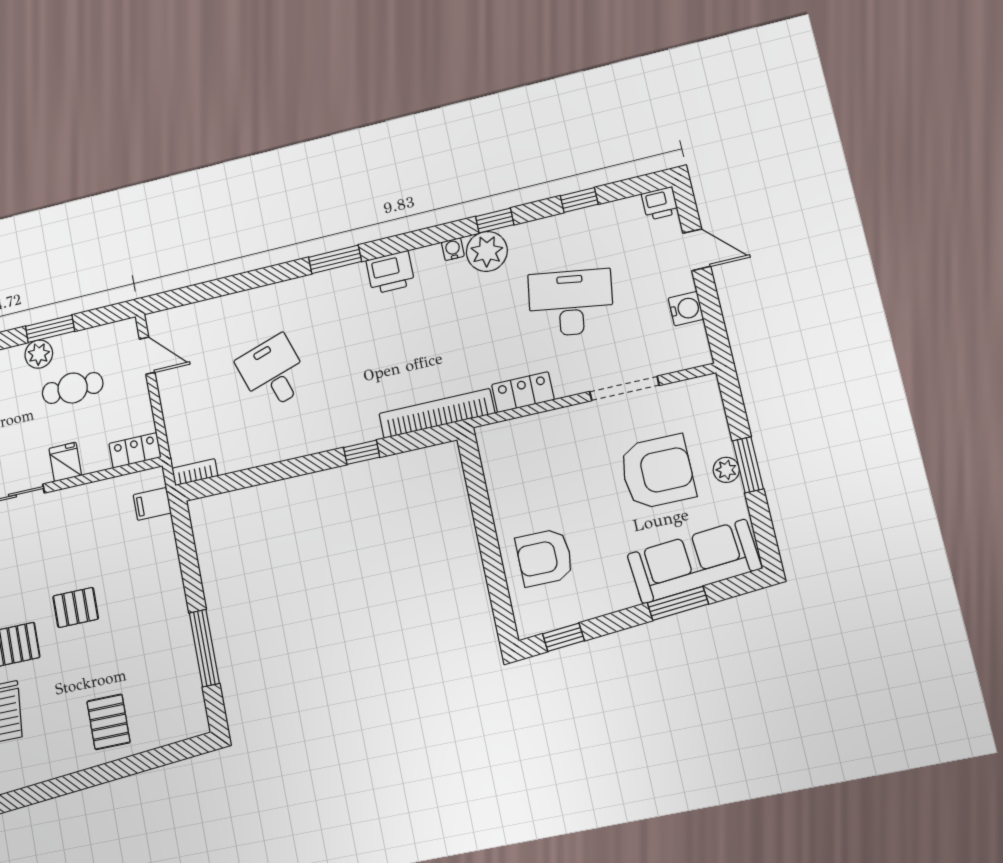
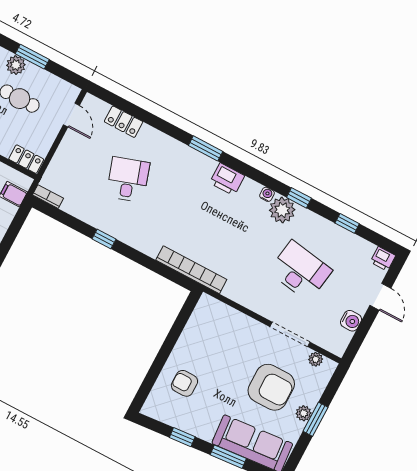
plant: (683, 391) -> (316, 359), added
locker: (523, 392) -> (124, 122), moved, turned 180
window: (362, 452) -> (104, 239), moved
armchair: (544, 557) -> (184, 383), width x0.72, depth x0.72
window: (563, 637) -> (182, 437), moved

